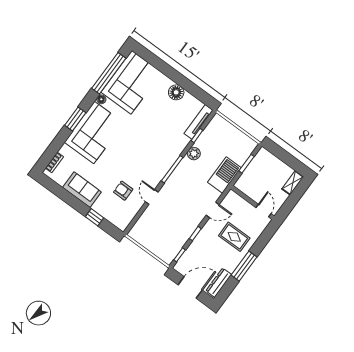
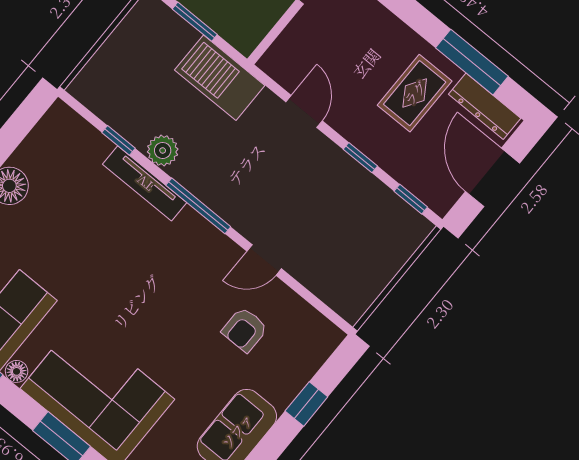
tv unit: (199, 122) -> (145, 183), moved
rug: (234, 237) -> (415, 93), moved
window: (244, 266) -> (472, 62), moved

